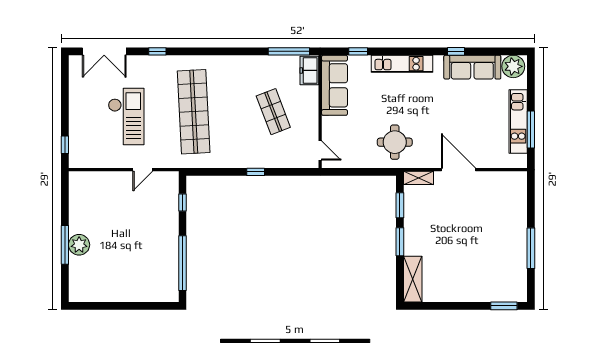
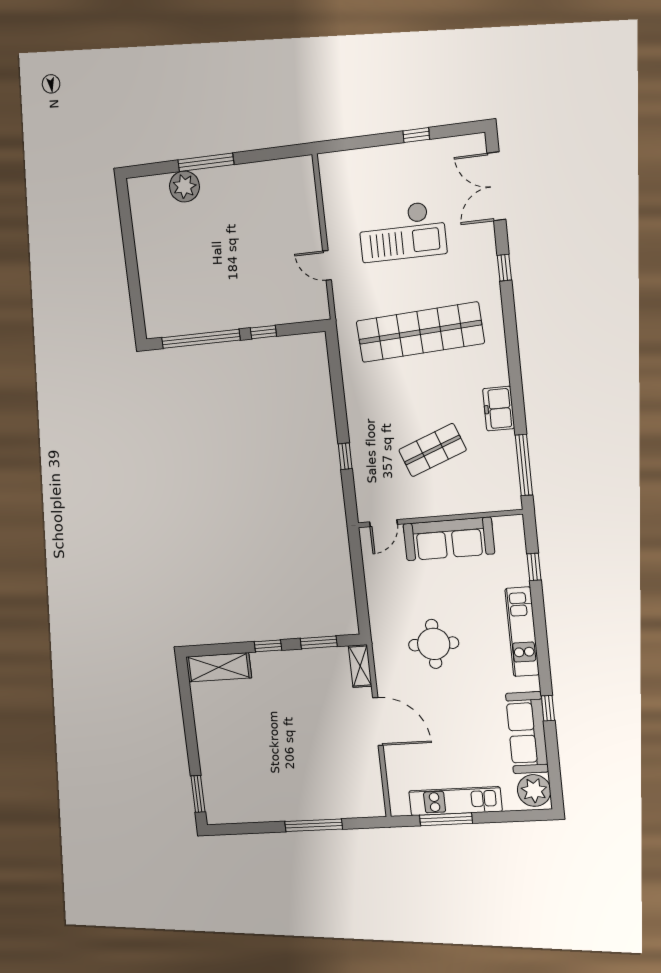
freezer: (309, 70) -> (499, 409), moved, turned -90
sofa: (335, 85) -> (449, 539), moved
round table: (395, 142) -> (434, 644), moved
window: (65, 145) -> (416, 135), moved
door: (458, 170) -> (378, 721), hinge flipped
window: (256, 172) -> (345, 456), moved
window: (182, 202) -> (263, 332), moved
window: (400, 242) -> (268, 646), width x0.67
plant: (79, 245) -> (184, 186), moved
window: (531, 248) -> (314, 825), moved

